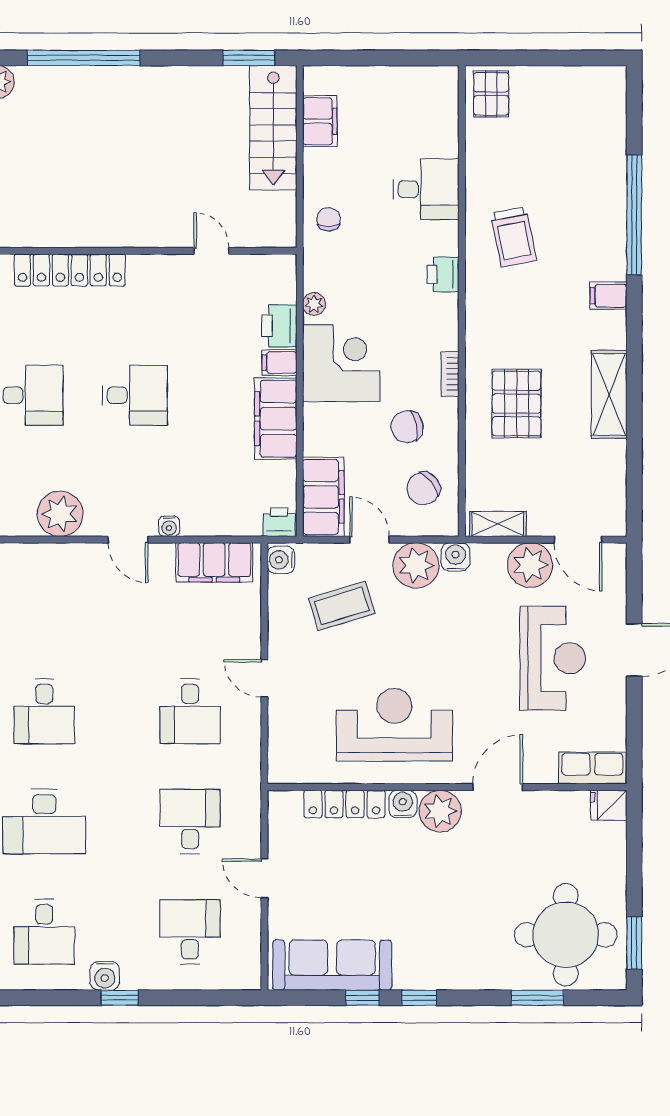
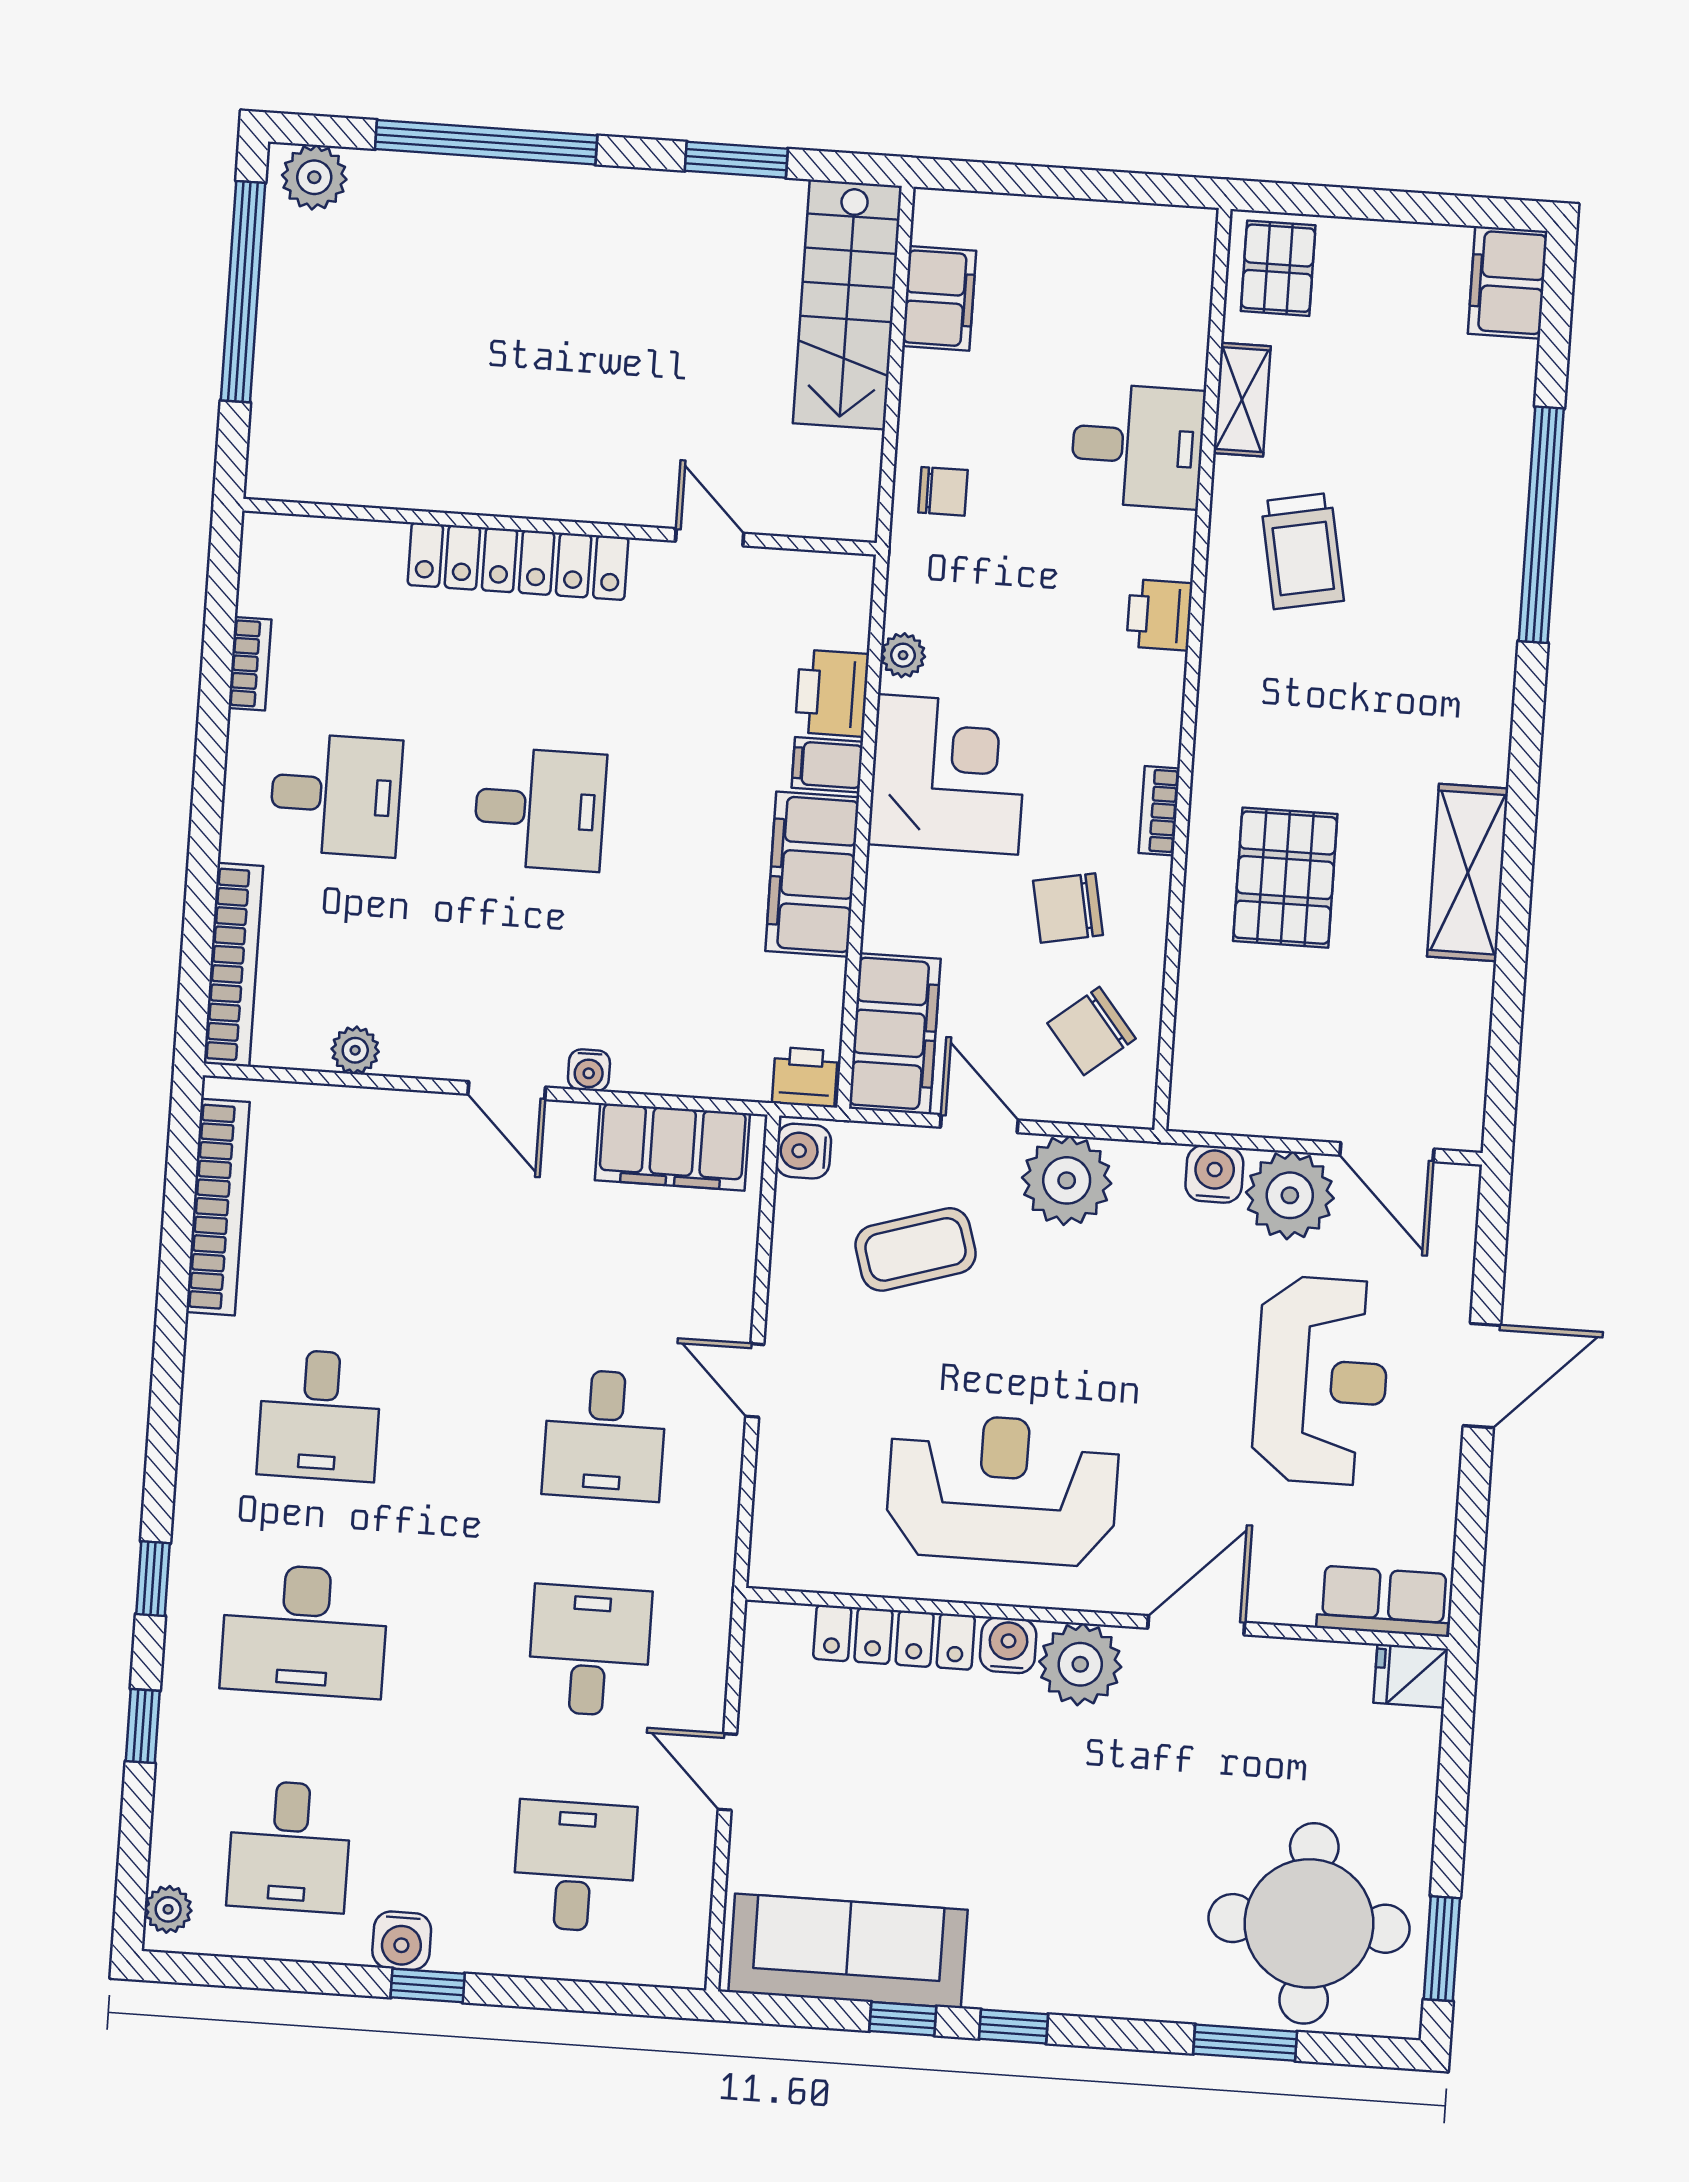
window: (249, 58) -> (736, 160), moved
chair: (329, 219) -> (943, 491), turned 90
locker: (70, 270) -> (518, 561), moved
filing cabinet: (608, 296) -> (1508, 282), moved, width x2.00
plant: (60, 514) -> (355, 1050), width x0.53, depth x0.53
shelving: (498, 524) -> (1242, 400), moved, turned 90
water cooler: (456, 557) -> (1214, 1174), moved

